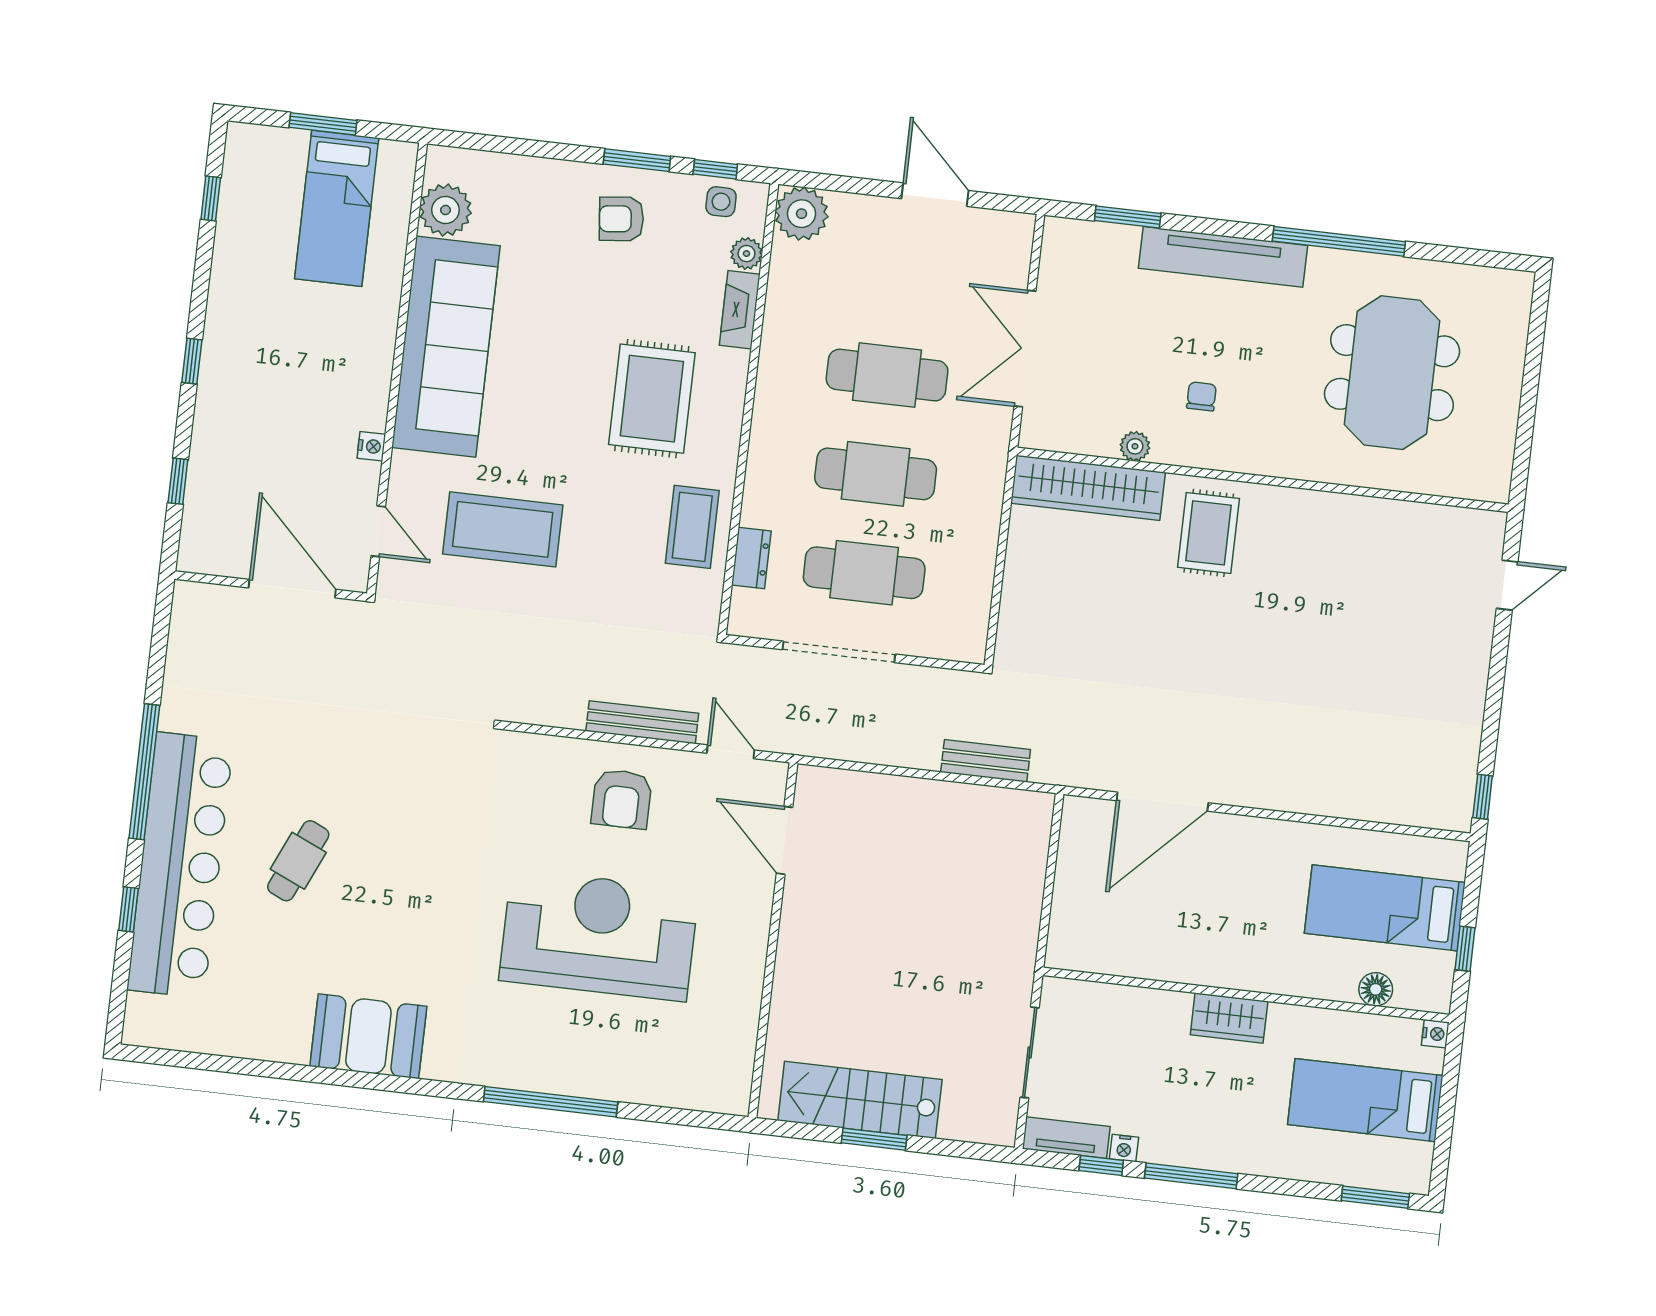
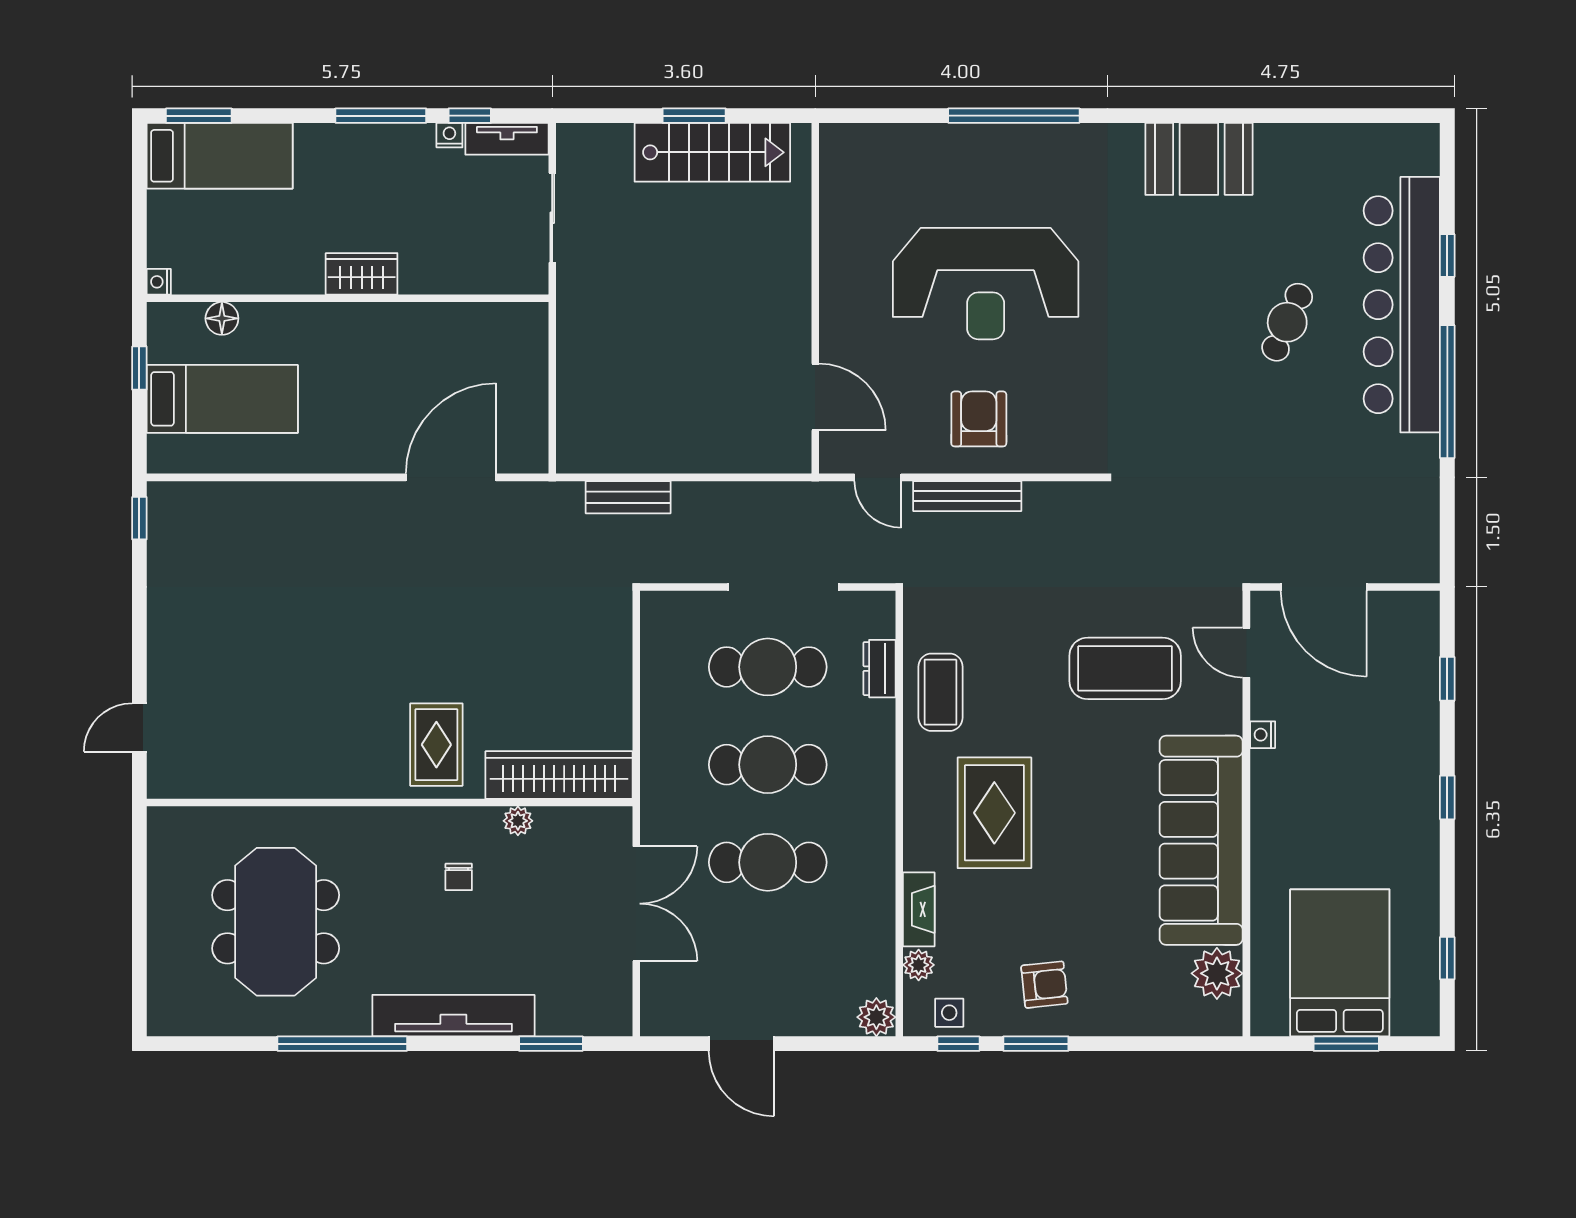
bed: (337, 208) -> (1340, 963), width x1.50
plant: (802, 214) -> (876, 1017), width x0.73, depth x0.73
bed: (1365, 1100) -> (220, 156), moved

